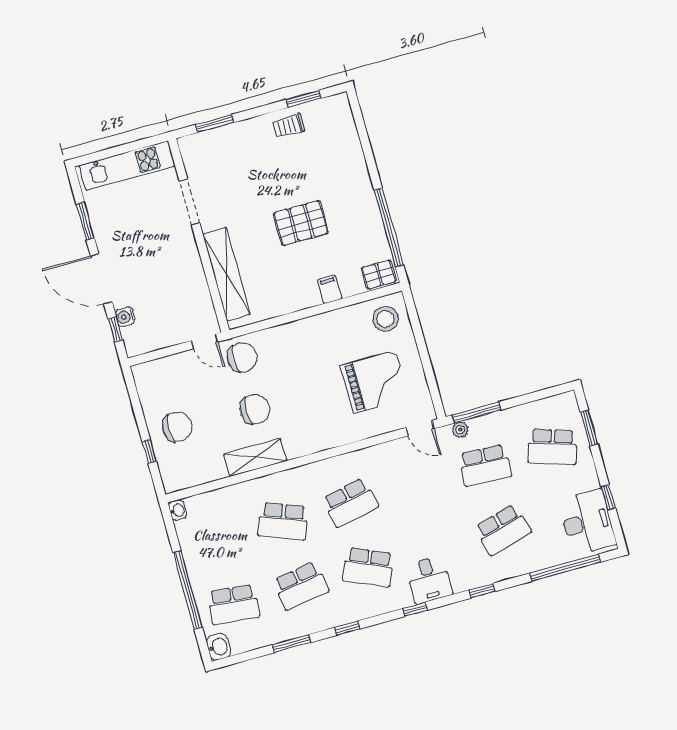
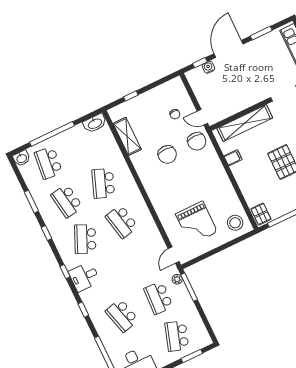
filing cabinet: (330, 289) -> (233, 158), moved
door: (205, 341) -> (202, 117), hinge flipped
chair: (177, 427) -> (175, 114), moved, width x0.54, depth x0.54
shelving: (255, 458) -> (127, 136), moved
washbasin: (178, 510) -> (95, 123), width x1.91, depth x1.45

